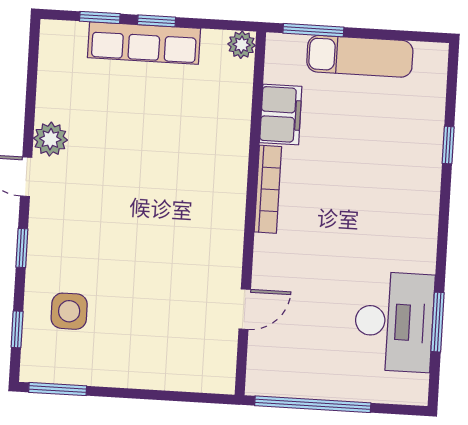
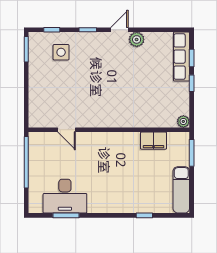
row of seats: (144, 43) -> (182, 57), moved
exam couch: (360, 56) -> (181, 190), moved
bookcase: (268, 189) -> (120, 137), removed

